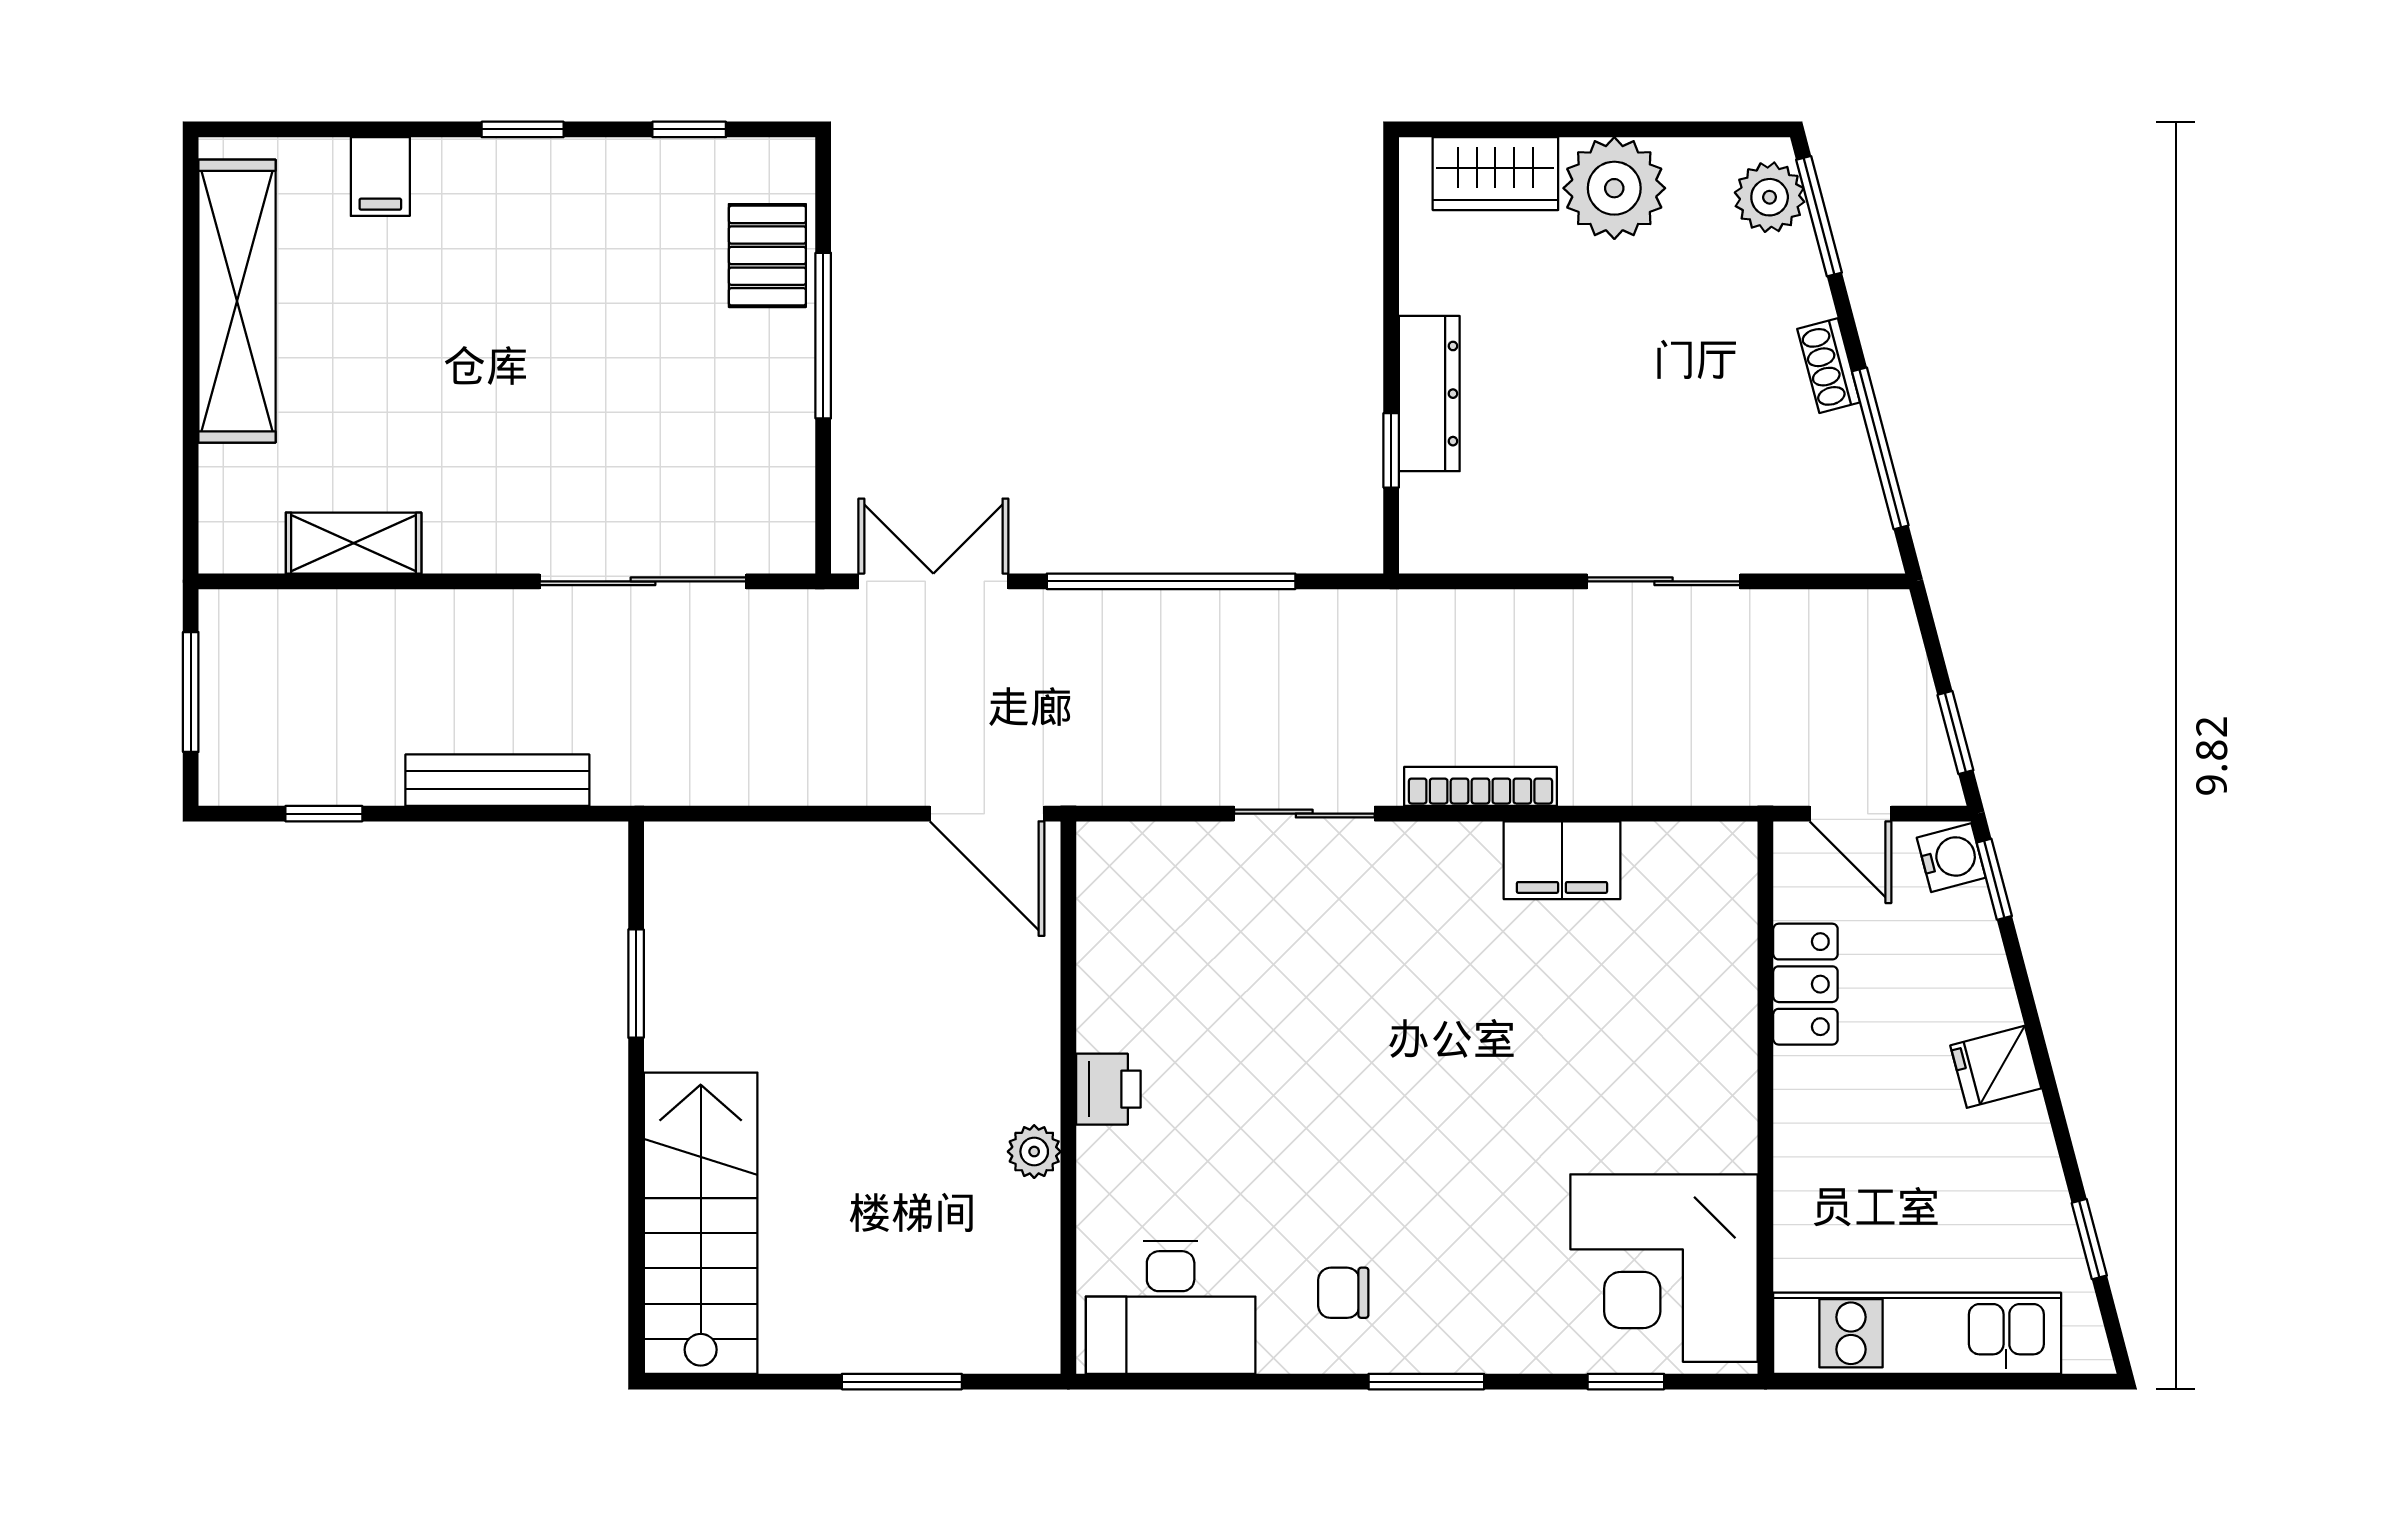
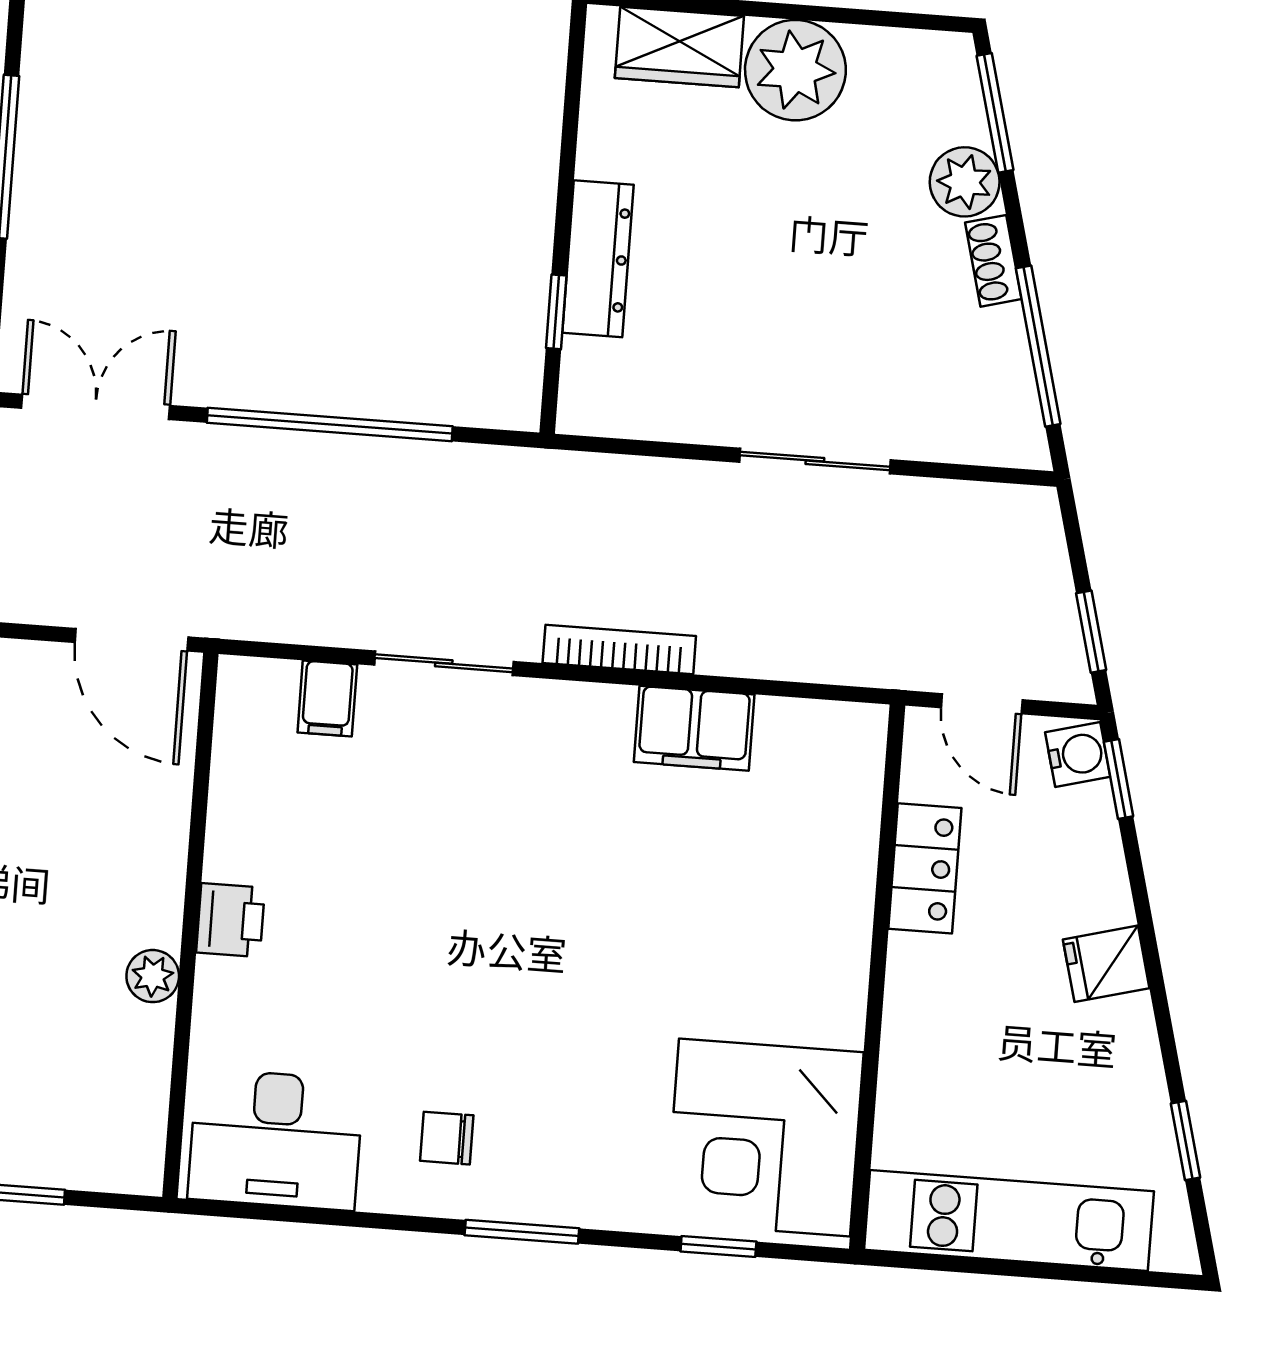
plant: (1770, 197) -> (965, 182), moved
filing cabinet: (1189, 858) -> (327, 698), added

